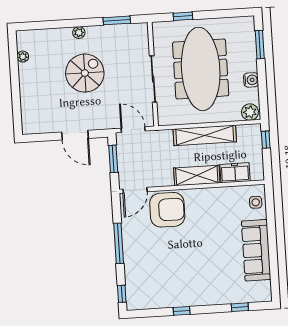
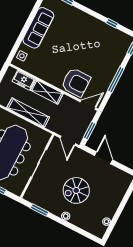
armchair: (167, 210) -> (76, 82), turned 180
window: (182, 311) -> (112, 23), moved

